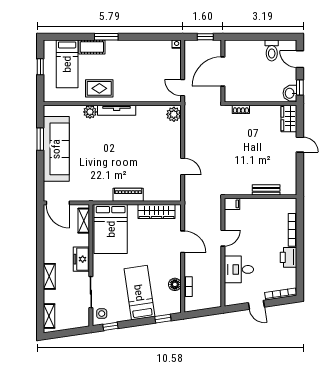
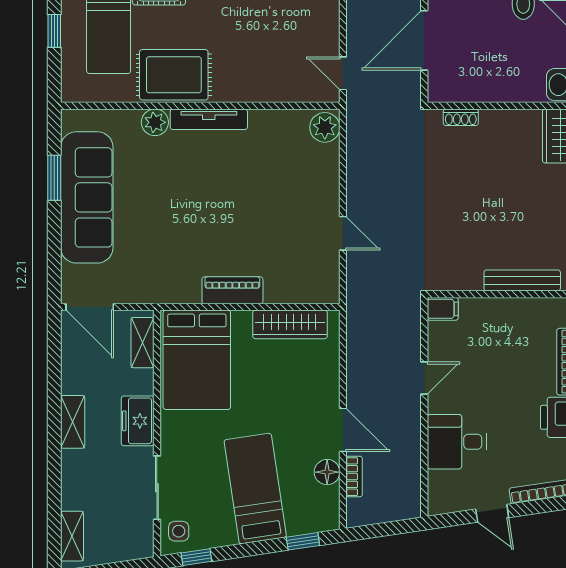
rug: (99, 88) -> (174, 75), width x1.36, depth x1.43
bench: (266, 190) -> (522, 280), width x1.36
door: (183, 242) -> (343, 430), moved
shelving: (49, 276) -> (73, 422), moved

